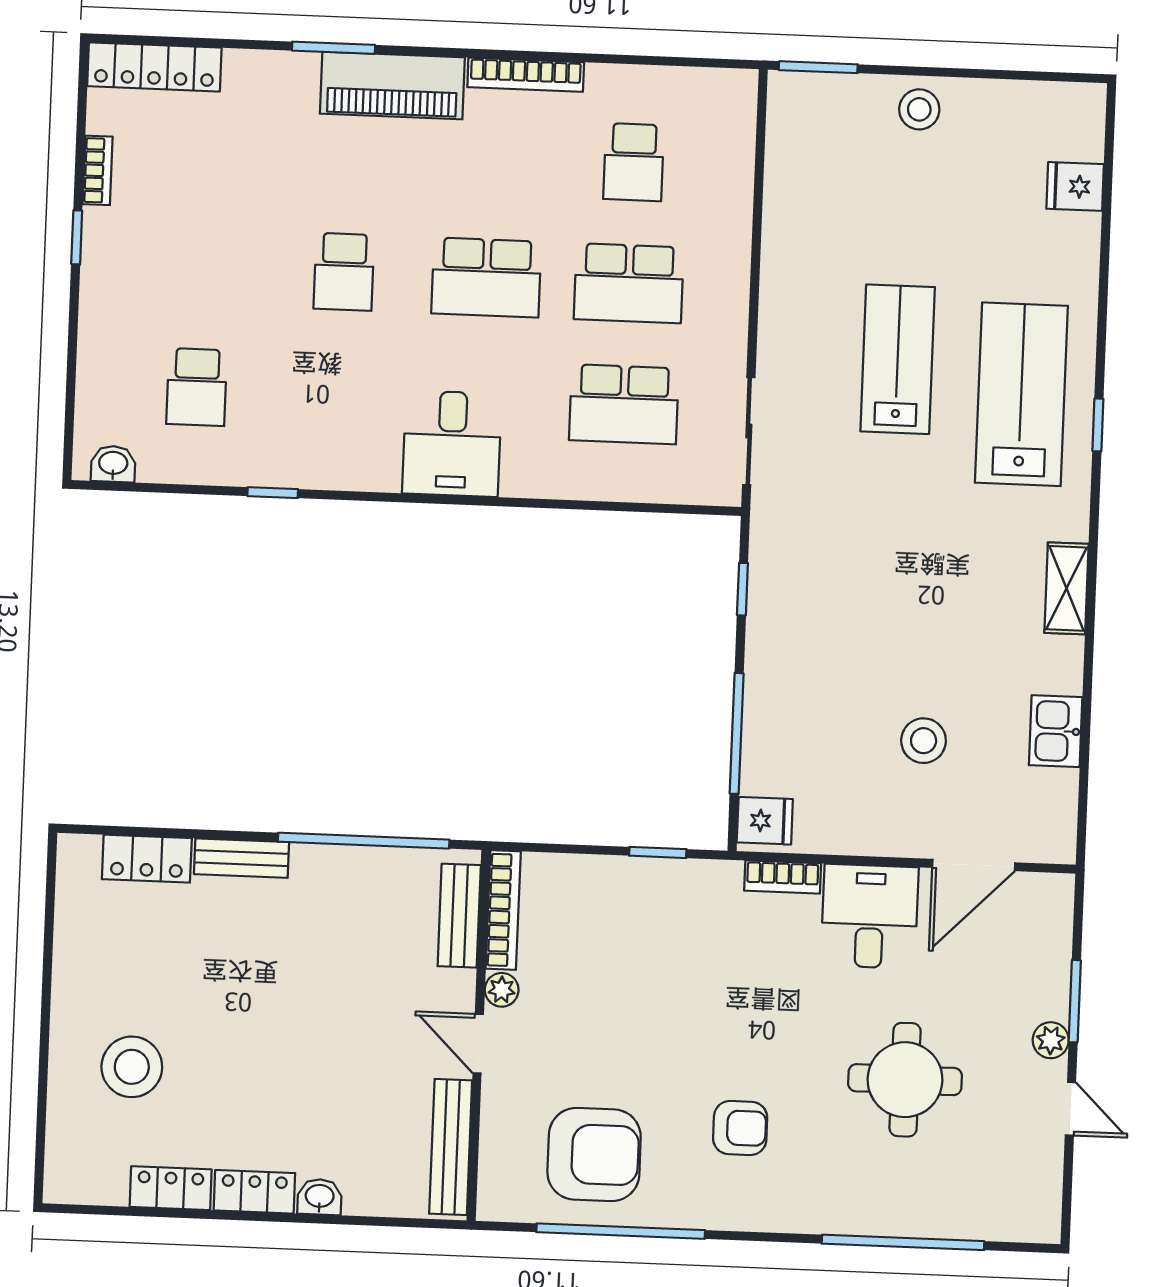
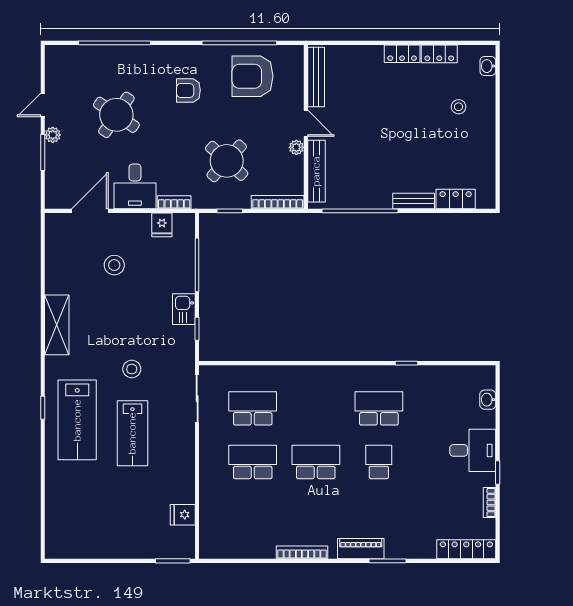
piano: (392, 86) -> (361, 549), width x0.73, depth x0.75
stool: (919, 109) -> (132, 369), moved
school desk: (634, 162) -> (253, 516), removed
fridge: (1075, 186) -> (183, 515), moved, turned 180
school desk: (197, 387) -> (379, 408), moved, width x1.85
desk: (452, 444) -> (473, 450), moved, turned 90
washbasin: (113, 464) -> (488, 400), moved, turned 90
shelving: (1066, 588) -> (57, 325), width x1.50, depth x1.33
kitchen sink: (1056, 731) -> (184, 309), moved, turned 180
fridge: (765, 821) -> (162, 225), moved, turned -90
bookcase: (503, 910) -> (278, 202), moved, turned 90
bench: (459, 916) -> (316, 171), width x1.36
round table: (660, 966) -> (227, 161), added
stool: (132, 1067) -> (459, 107), width x0.53, depth x0.53
round table: (905, 1080) -> (116, 115), turned 34
door: (1070, 1109) -> (43, 105), hinge flipped
washbasin: (320, 1197) -> (488, 66), moved, turned 90

